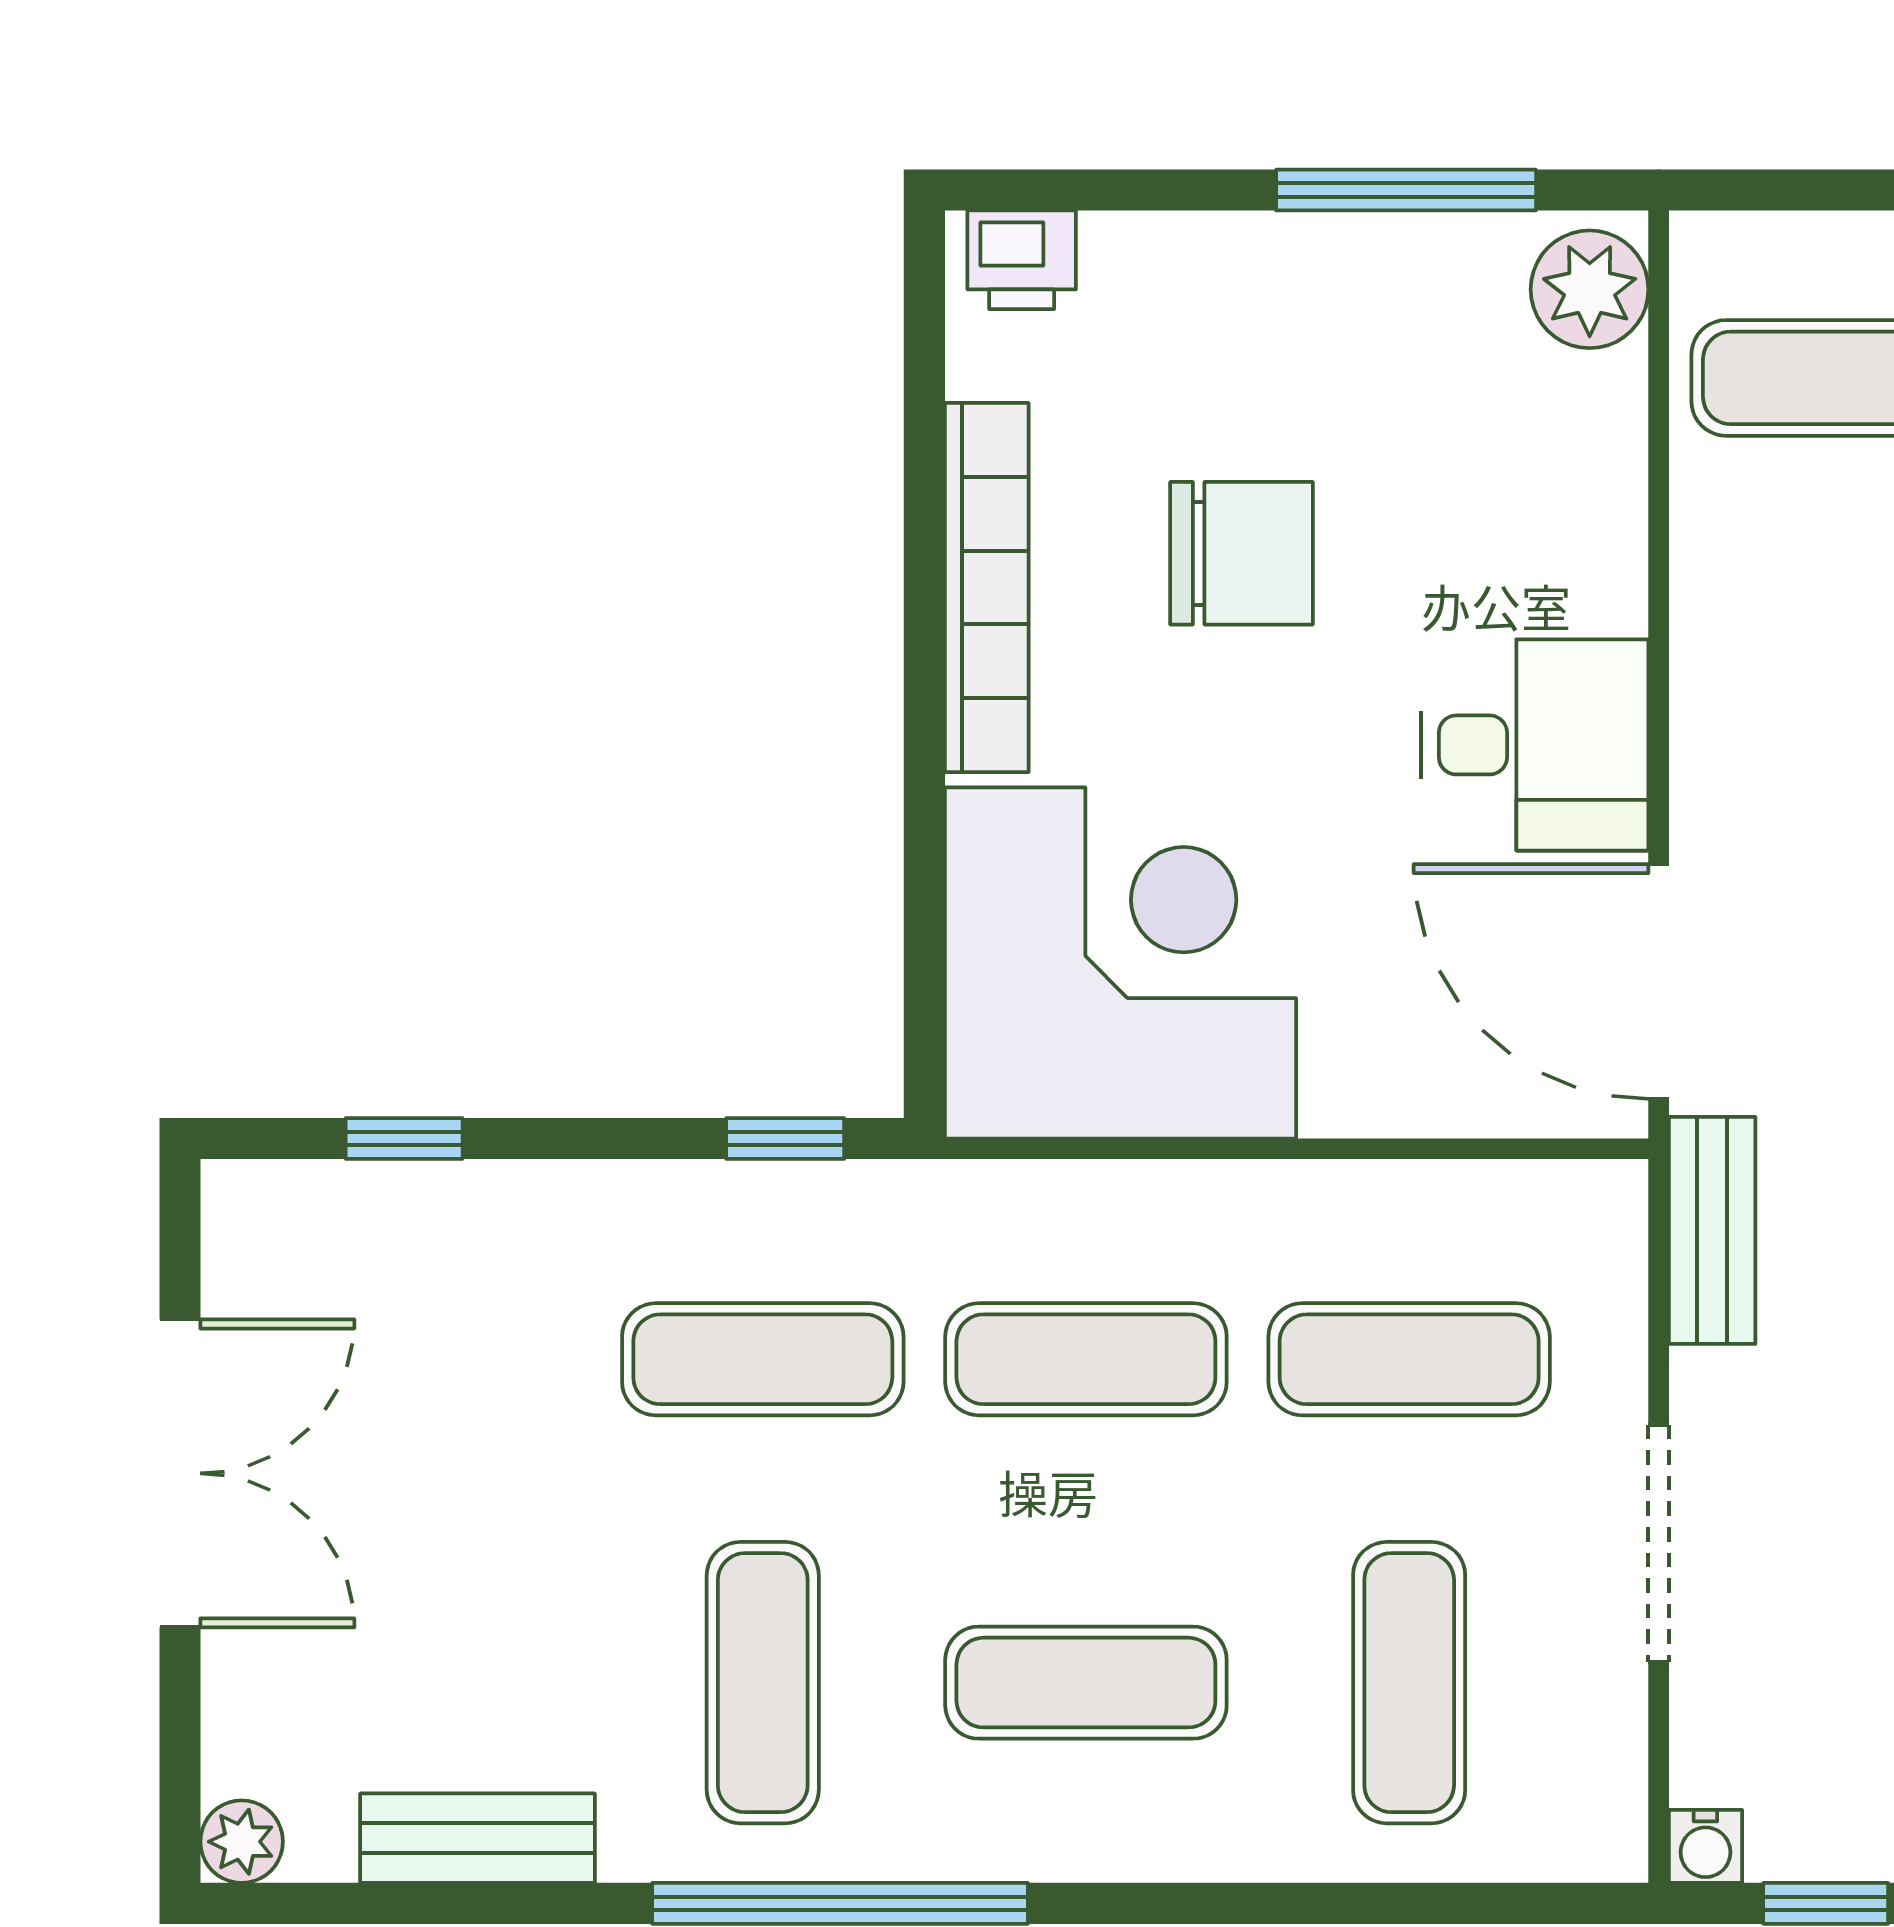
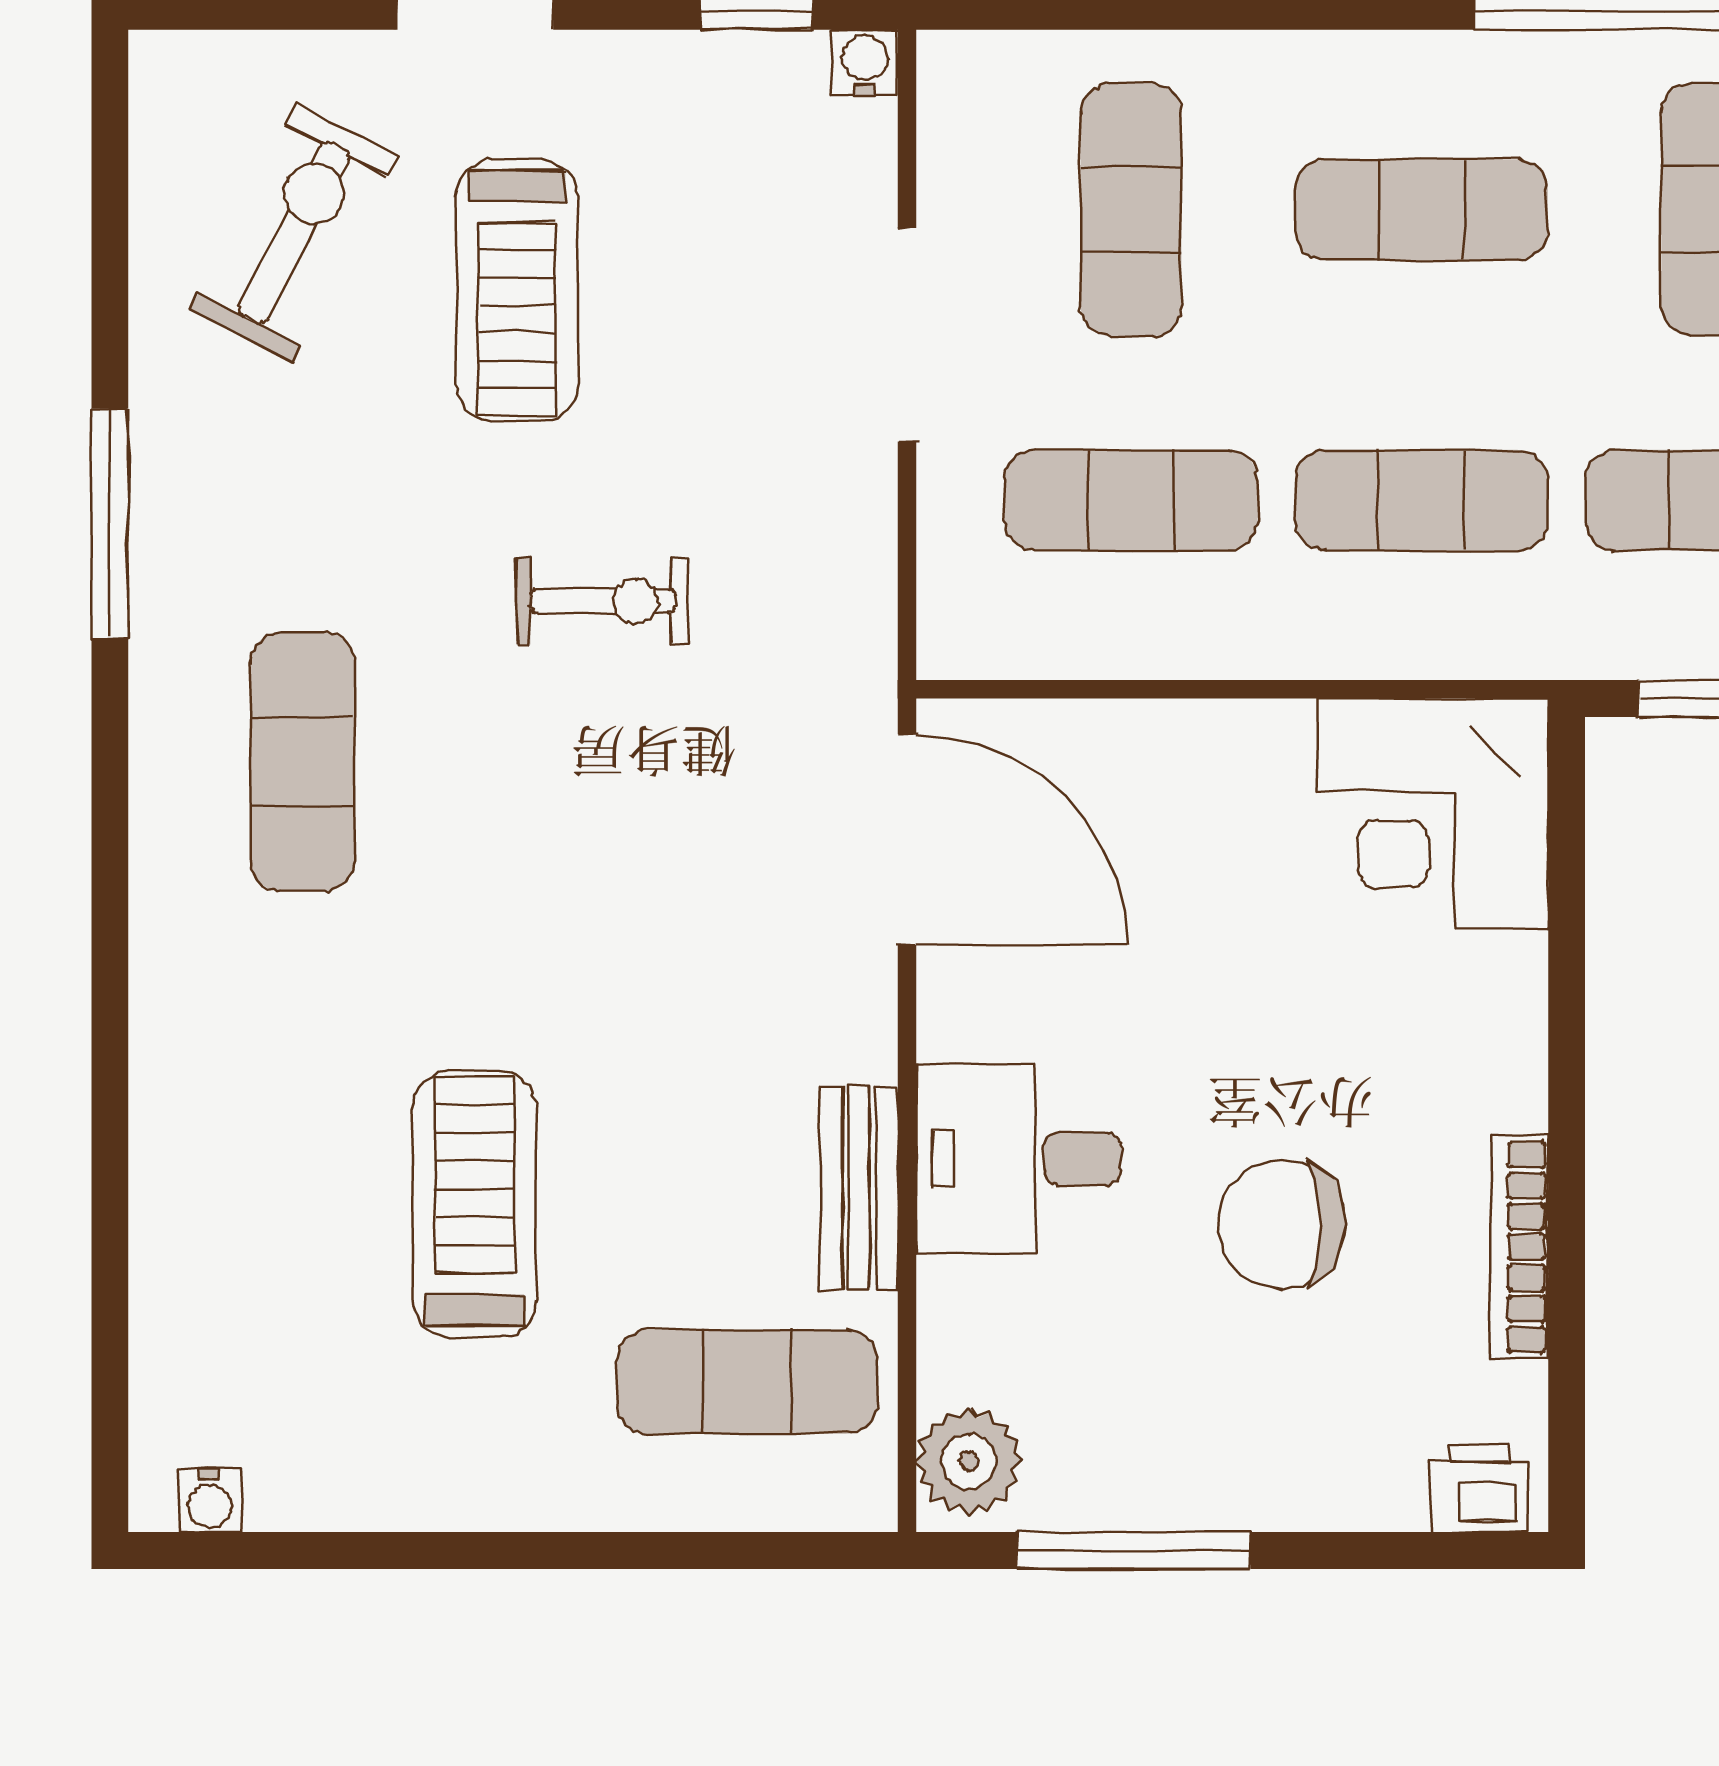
bookcase: (987, 588) -> (1520, 1247), width x0.68, depth x0.76
desk: (1535, 745) -> (1018, 1159), moved
corner desk: (1120, 963) -> (1432, 814), width x0.74, depth x0.74
bench: (1712, 1230) -> (859, 1188), moved

